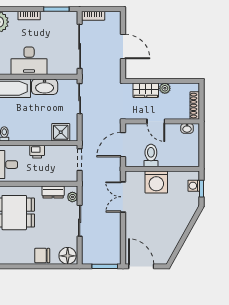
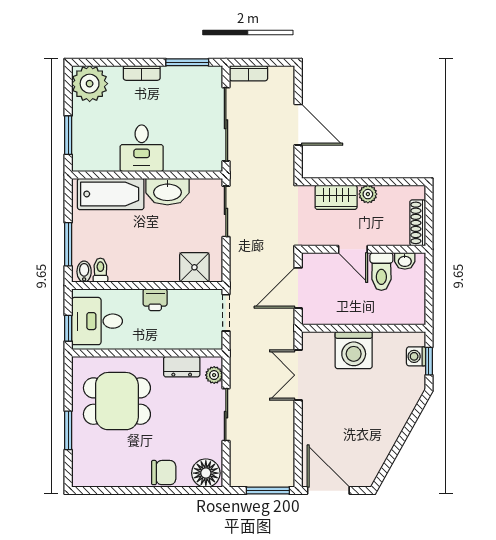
desk: (29, 61) -> (142, 148), width x0.73
toilet: (151, 155) -> (381, 272), moved, turned 180
chair: (42, 256) -> (164, 473), turned 180

